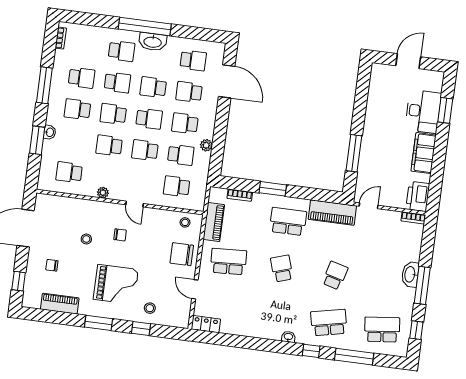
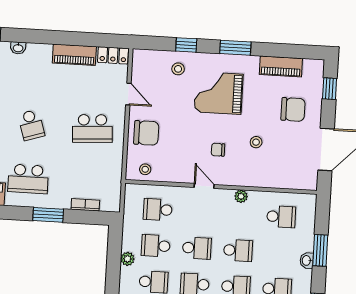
school desk: (177, 186) -> (158, 210), turned 180
piano: (214, 222) -> (74, 55), moved, turned -90
chair: (52, 265) -> (293, 109), width x1.87, depth x1.87

